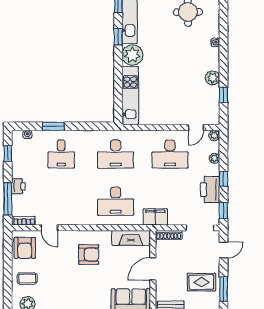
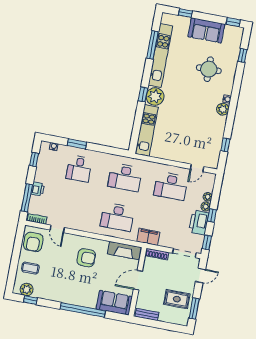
window: (118, 37) -> (143, 95), moved
plant: (213, 78) -> (223, 109), moved
plant: (214, 135) -> (206, 207), moved

